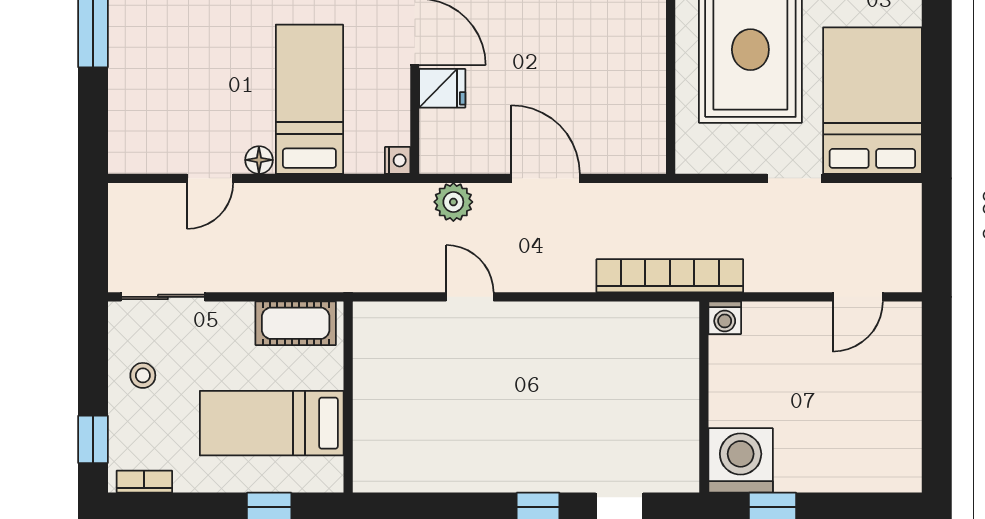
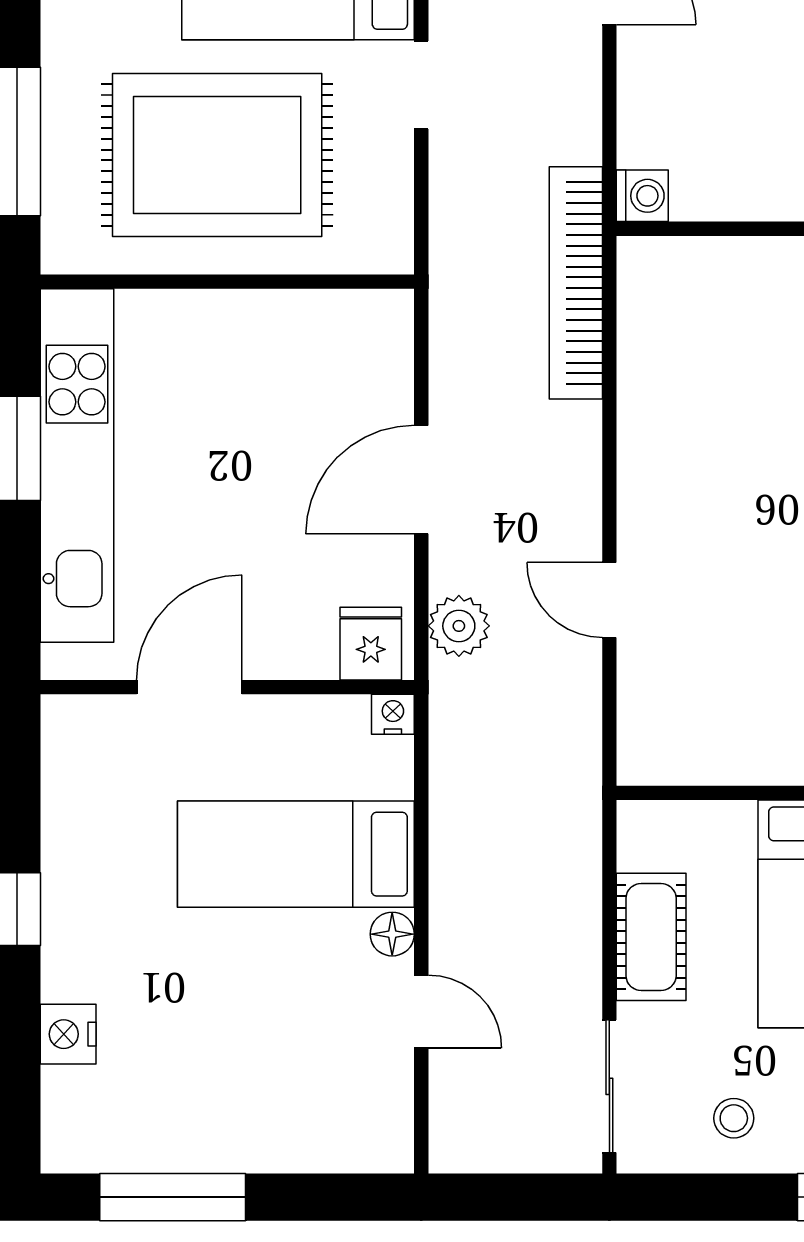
fridge: (442, 88) -> (371, 644), moved
door: (470, 297) -> (609, 600), hinge flipped
cot: (296, 323) -> (651, 937), moved

